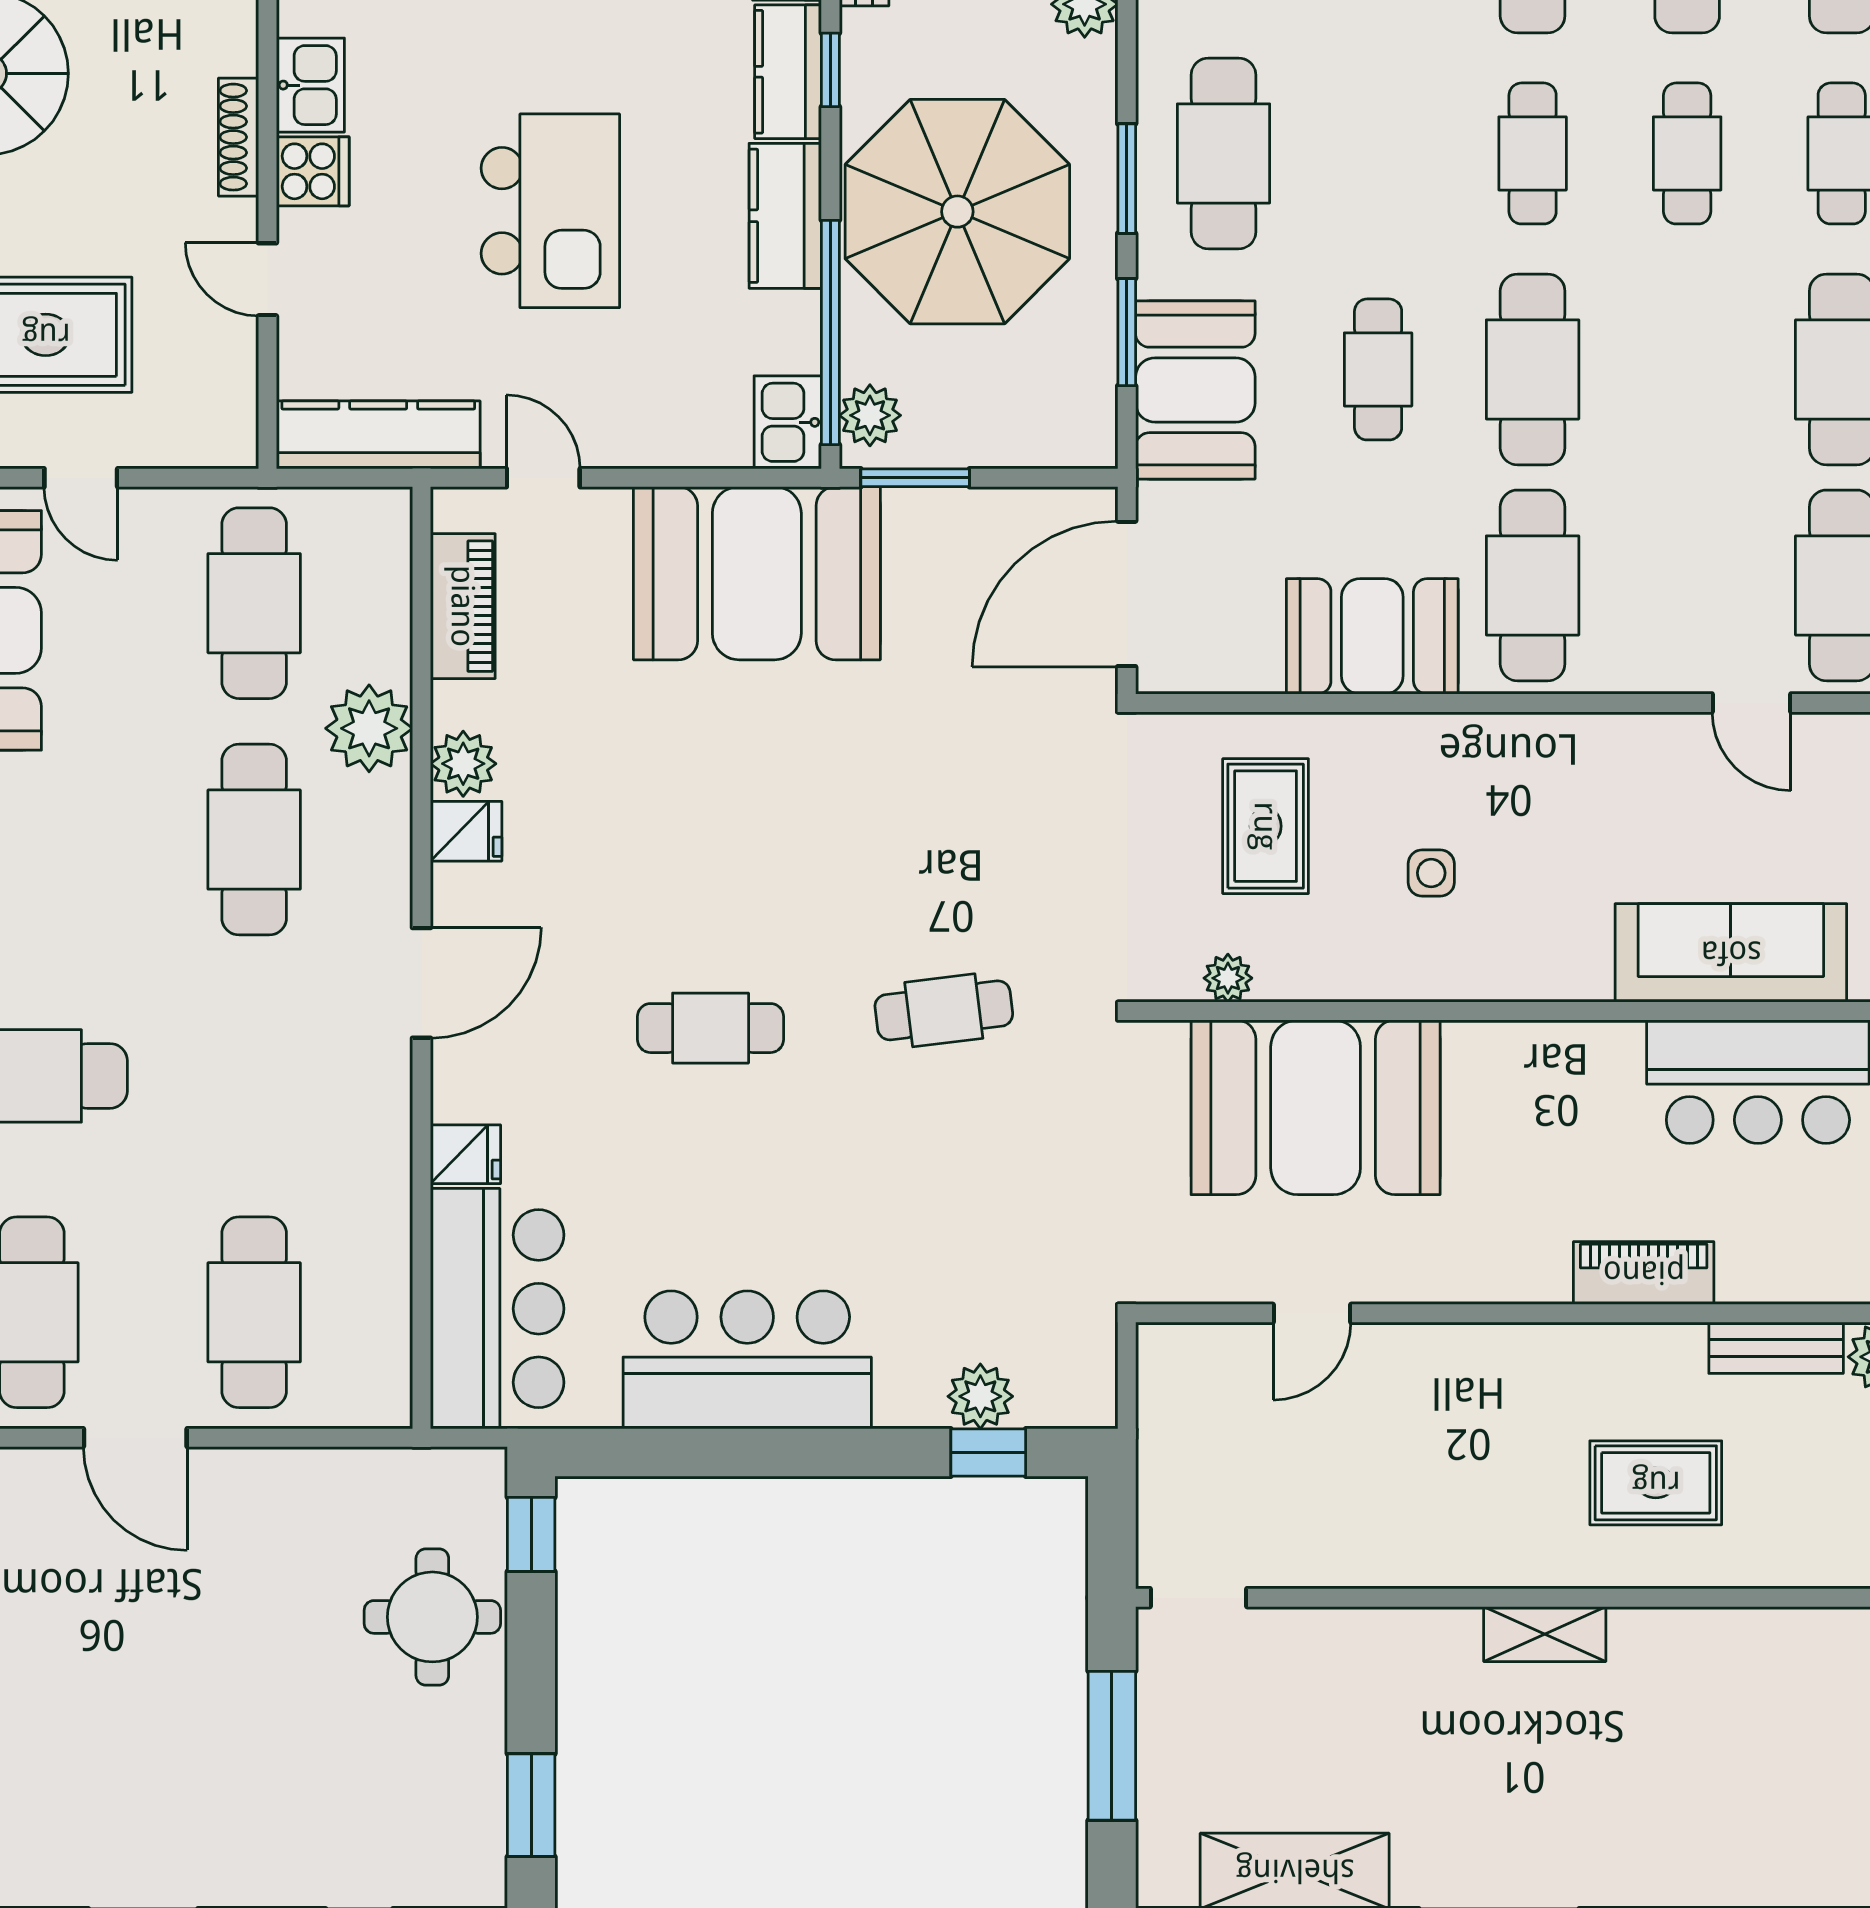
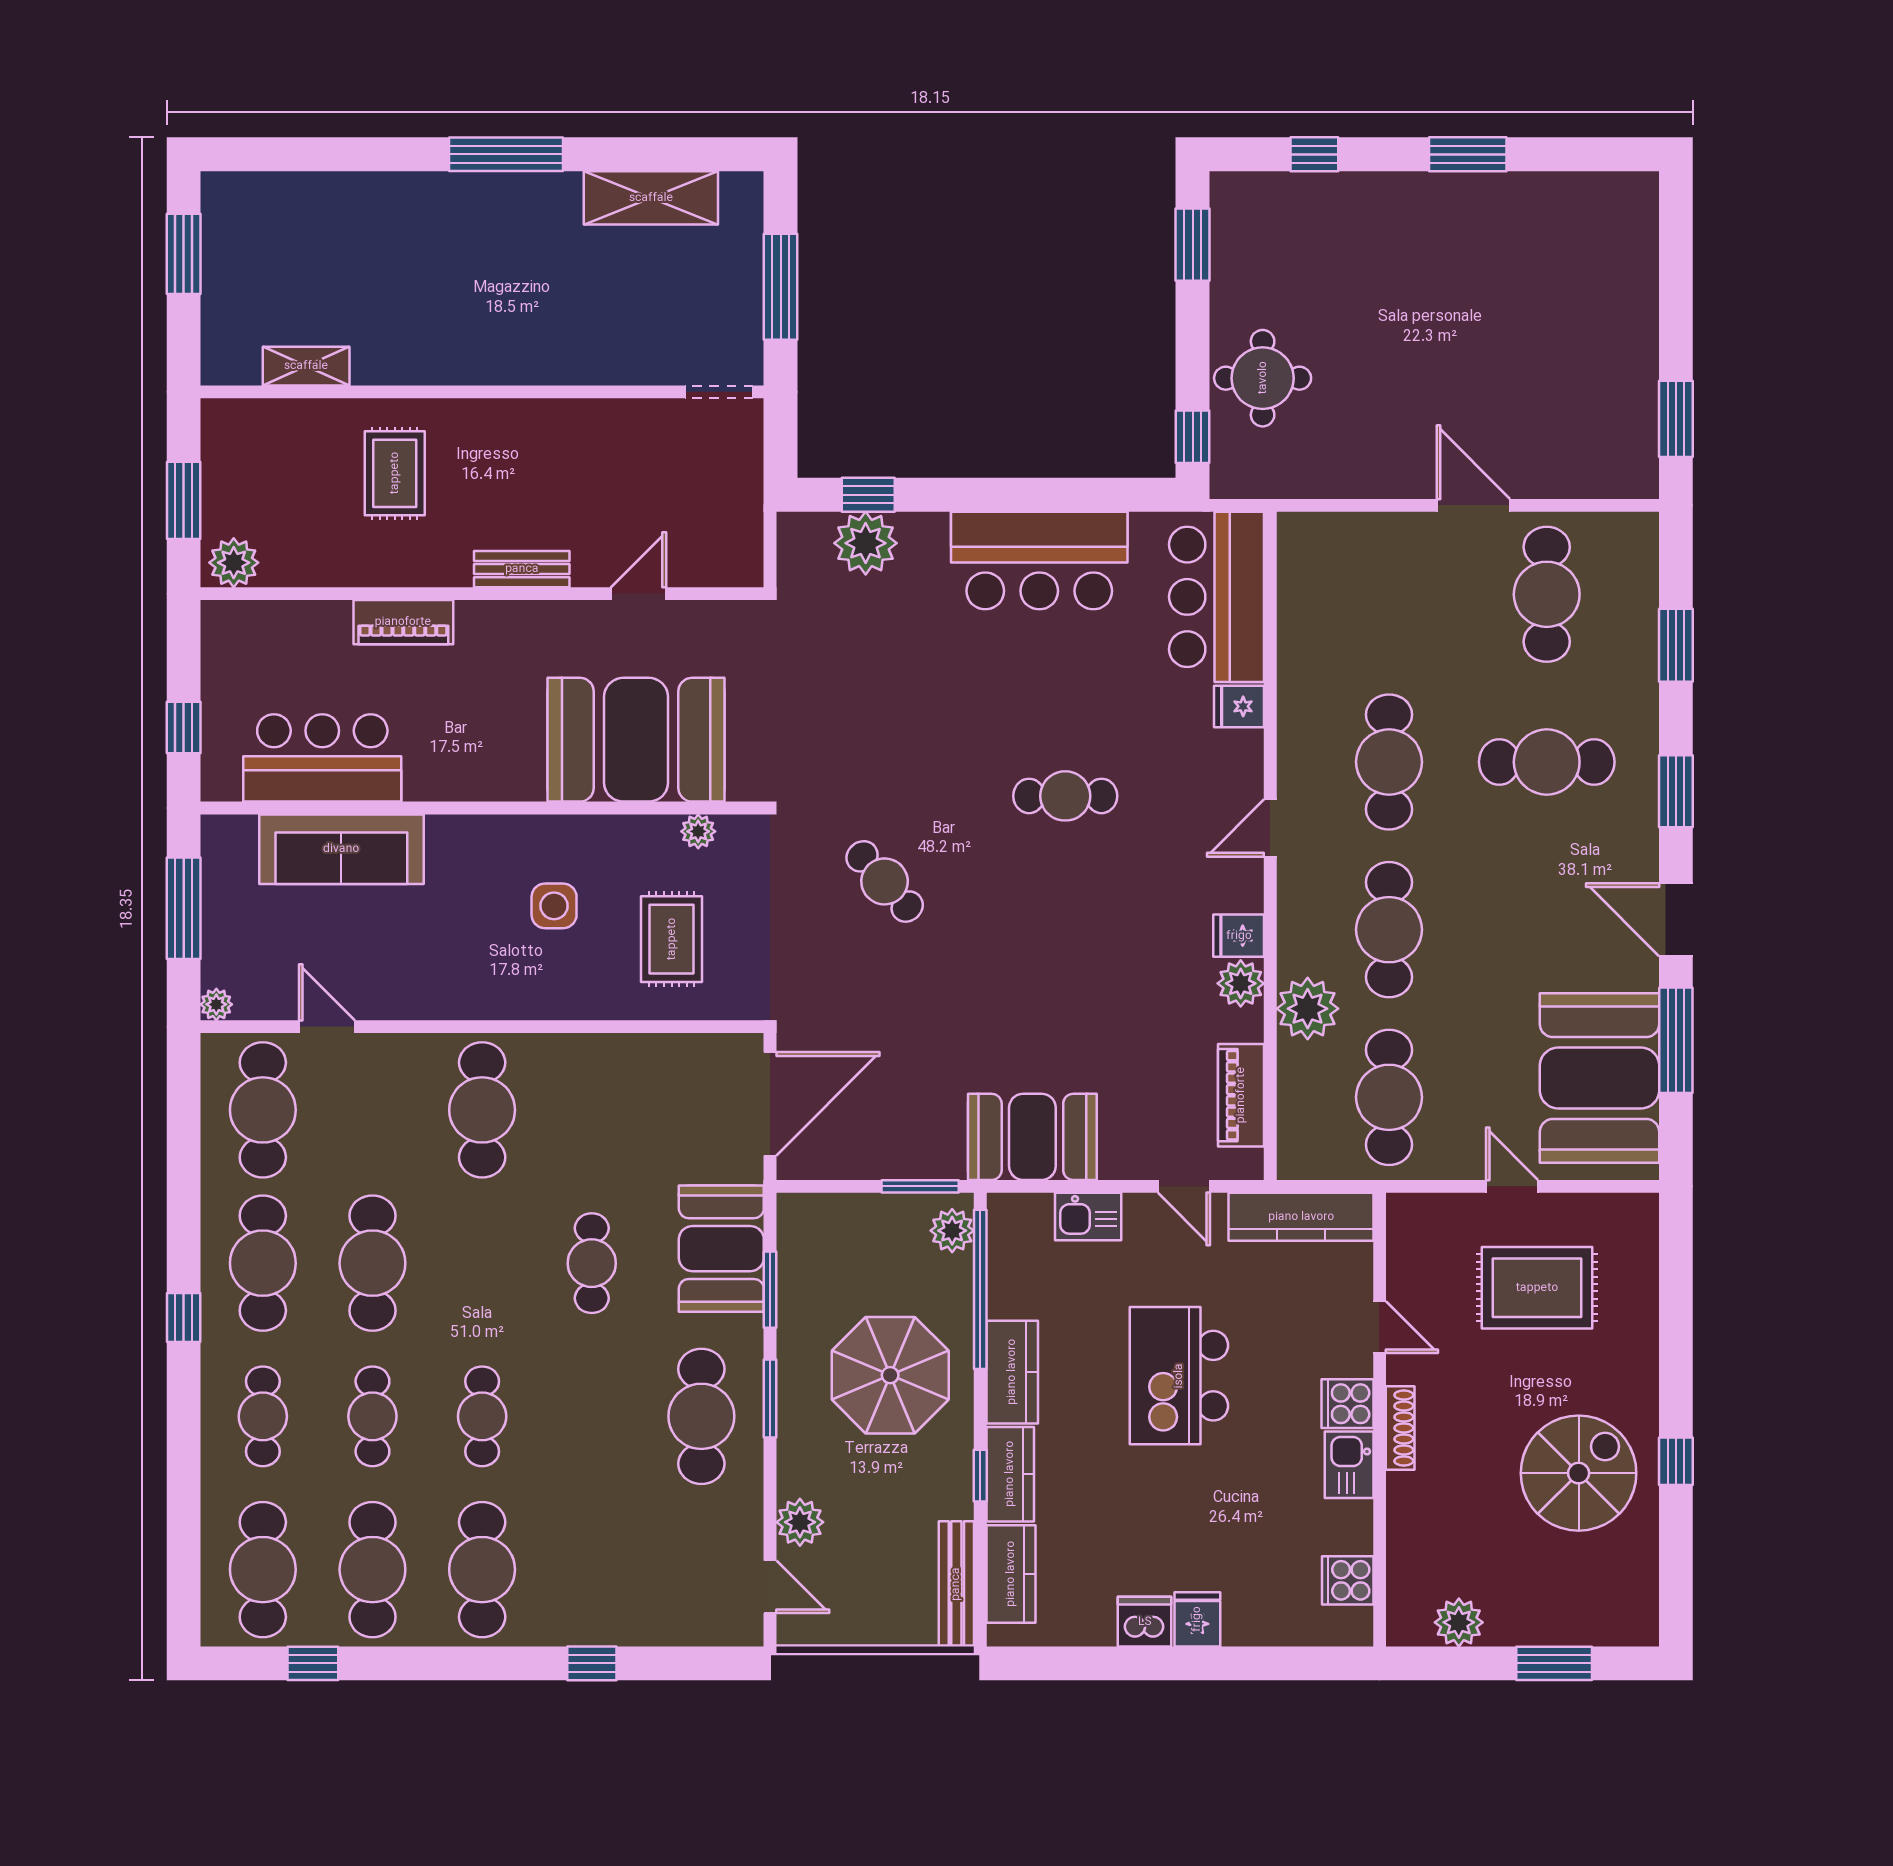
parasol: (957, 212) -> (890, 1375), width x0.73, depth x0.73
cafe table: (1533, 369) -> (372, 1263), moved
kitchen sink: (788, 422) -> (1088, 1217), moved, turned 90
booth: (757, 573) -> (1032, 1137), width x0.73, depth x0.70
booth: (1372, 636) -> (596, 1074), removed
side table: (1431, 873) -> (554, 906), width x1.37, depth x1.37
door: (422, 983) -> (1270, 828), width x0.73
cafe table: (944, 1010) -> (885, 881), moved, turned 55
cafe table: (254, 1312) -> (1389, 762), moved
bench: (1776, 1348) -> (522, 569), moved
plant: (980, 1396) -> (866, 543), width x1.36, depth x1.36
rug: (1656, 1483) -> (395, 473), turned 90
shelving: (1545, 1634) -> (306, 366), moved

